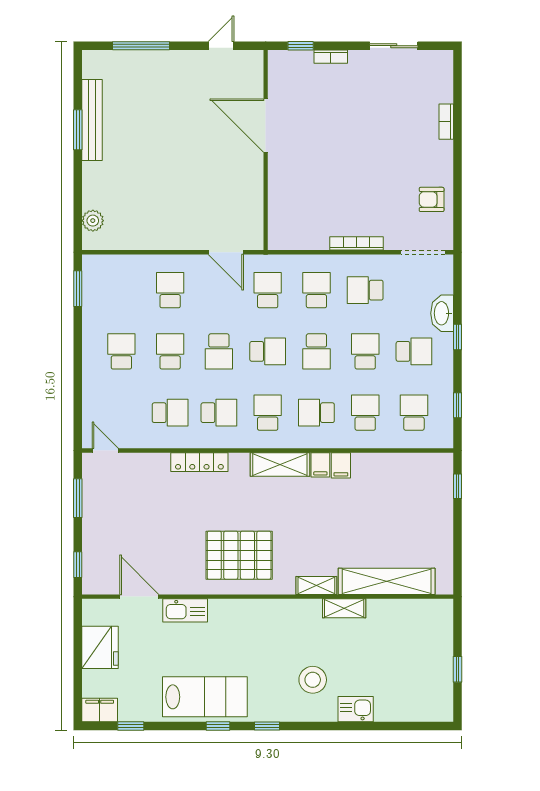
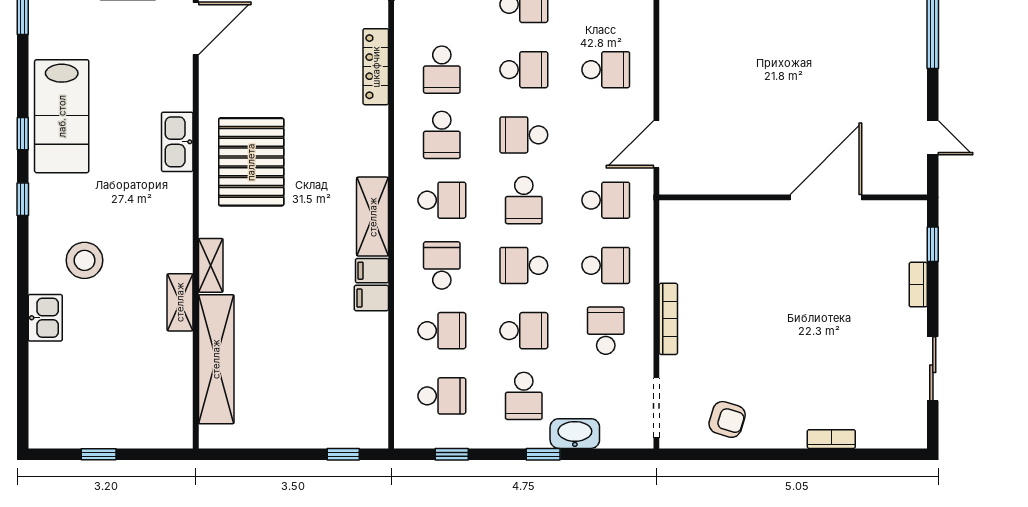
armchair: (432, 199) -> (727, 419), turned 107
locker: (199, 462) -> (376, 67), moved
kitchen sink: (185, 610) -> (177, 142), moved

